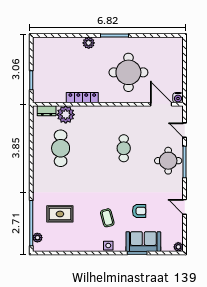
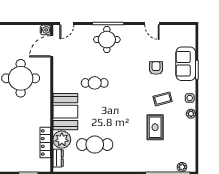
locker: (82, 98) -> (45, 142), moved
booth: (94, 118) -> (65, 112), added
door: (185, 130) -> (67, 24), moved
door: (185, 207) -> (152, 24), hinge flipped
rug: (60, 214) -> (155, 127), moved
plant: (178, 247) -> (191, 114), moved

